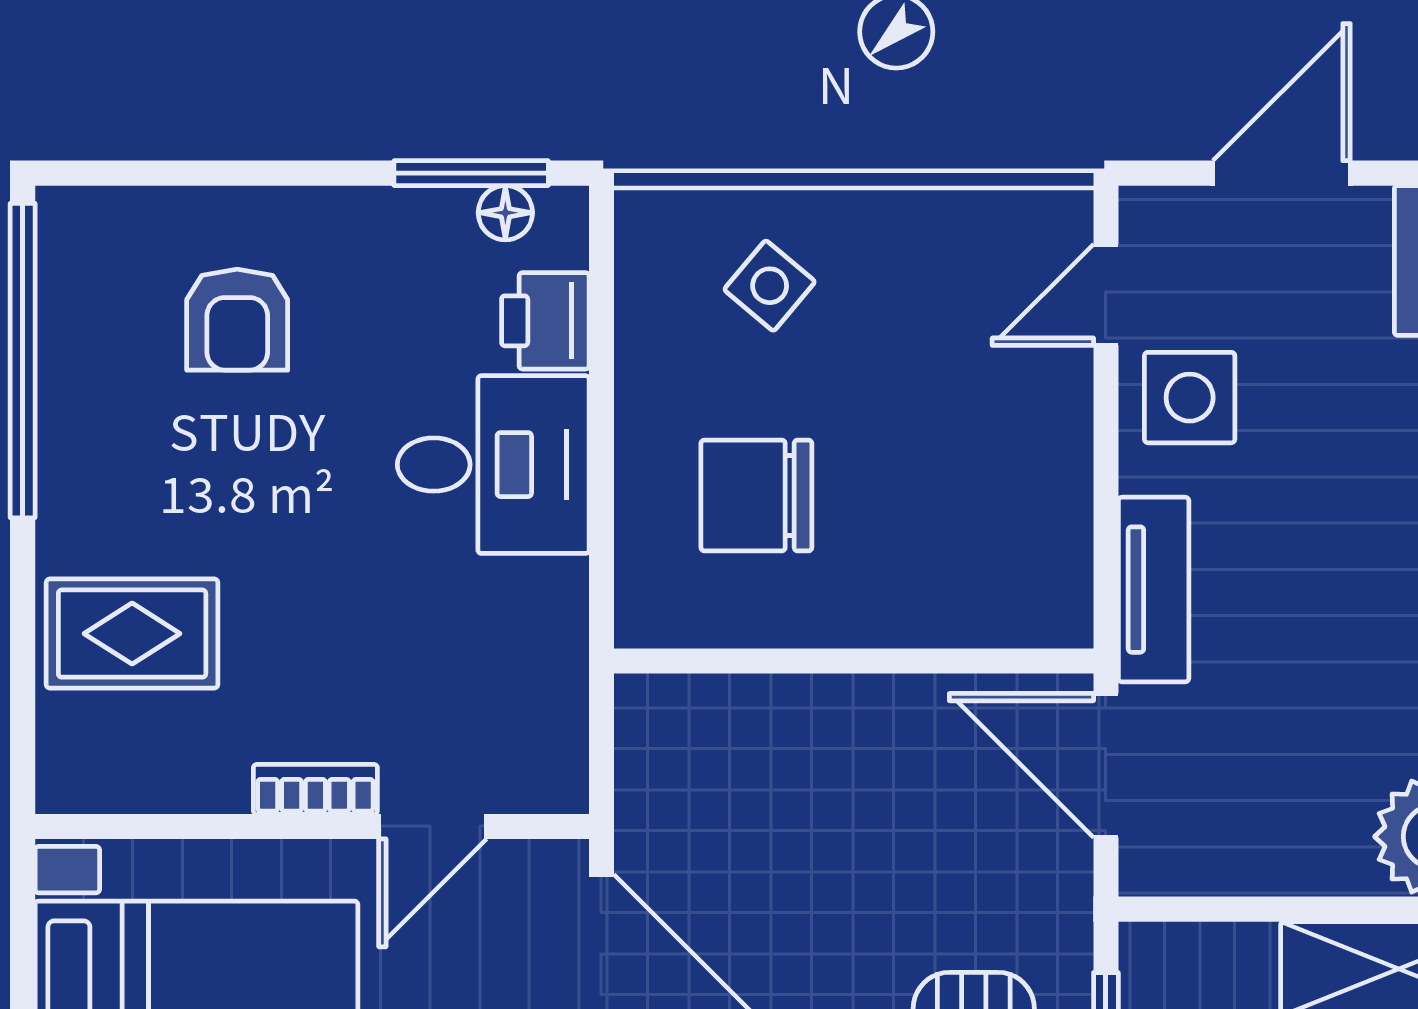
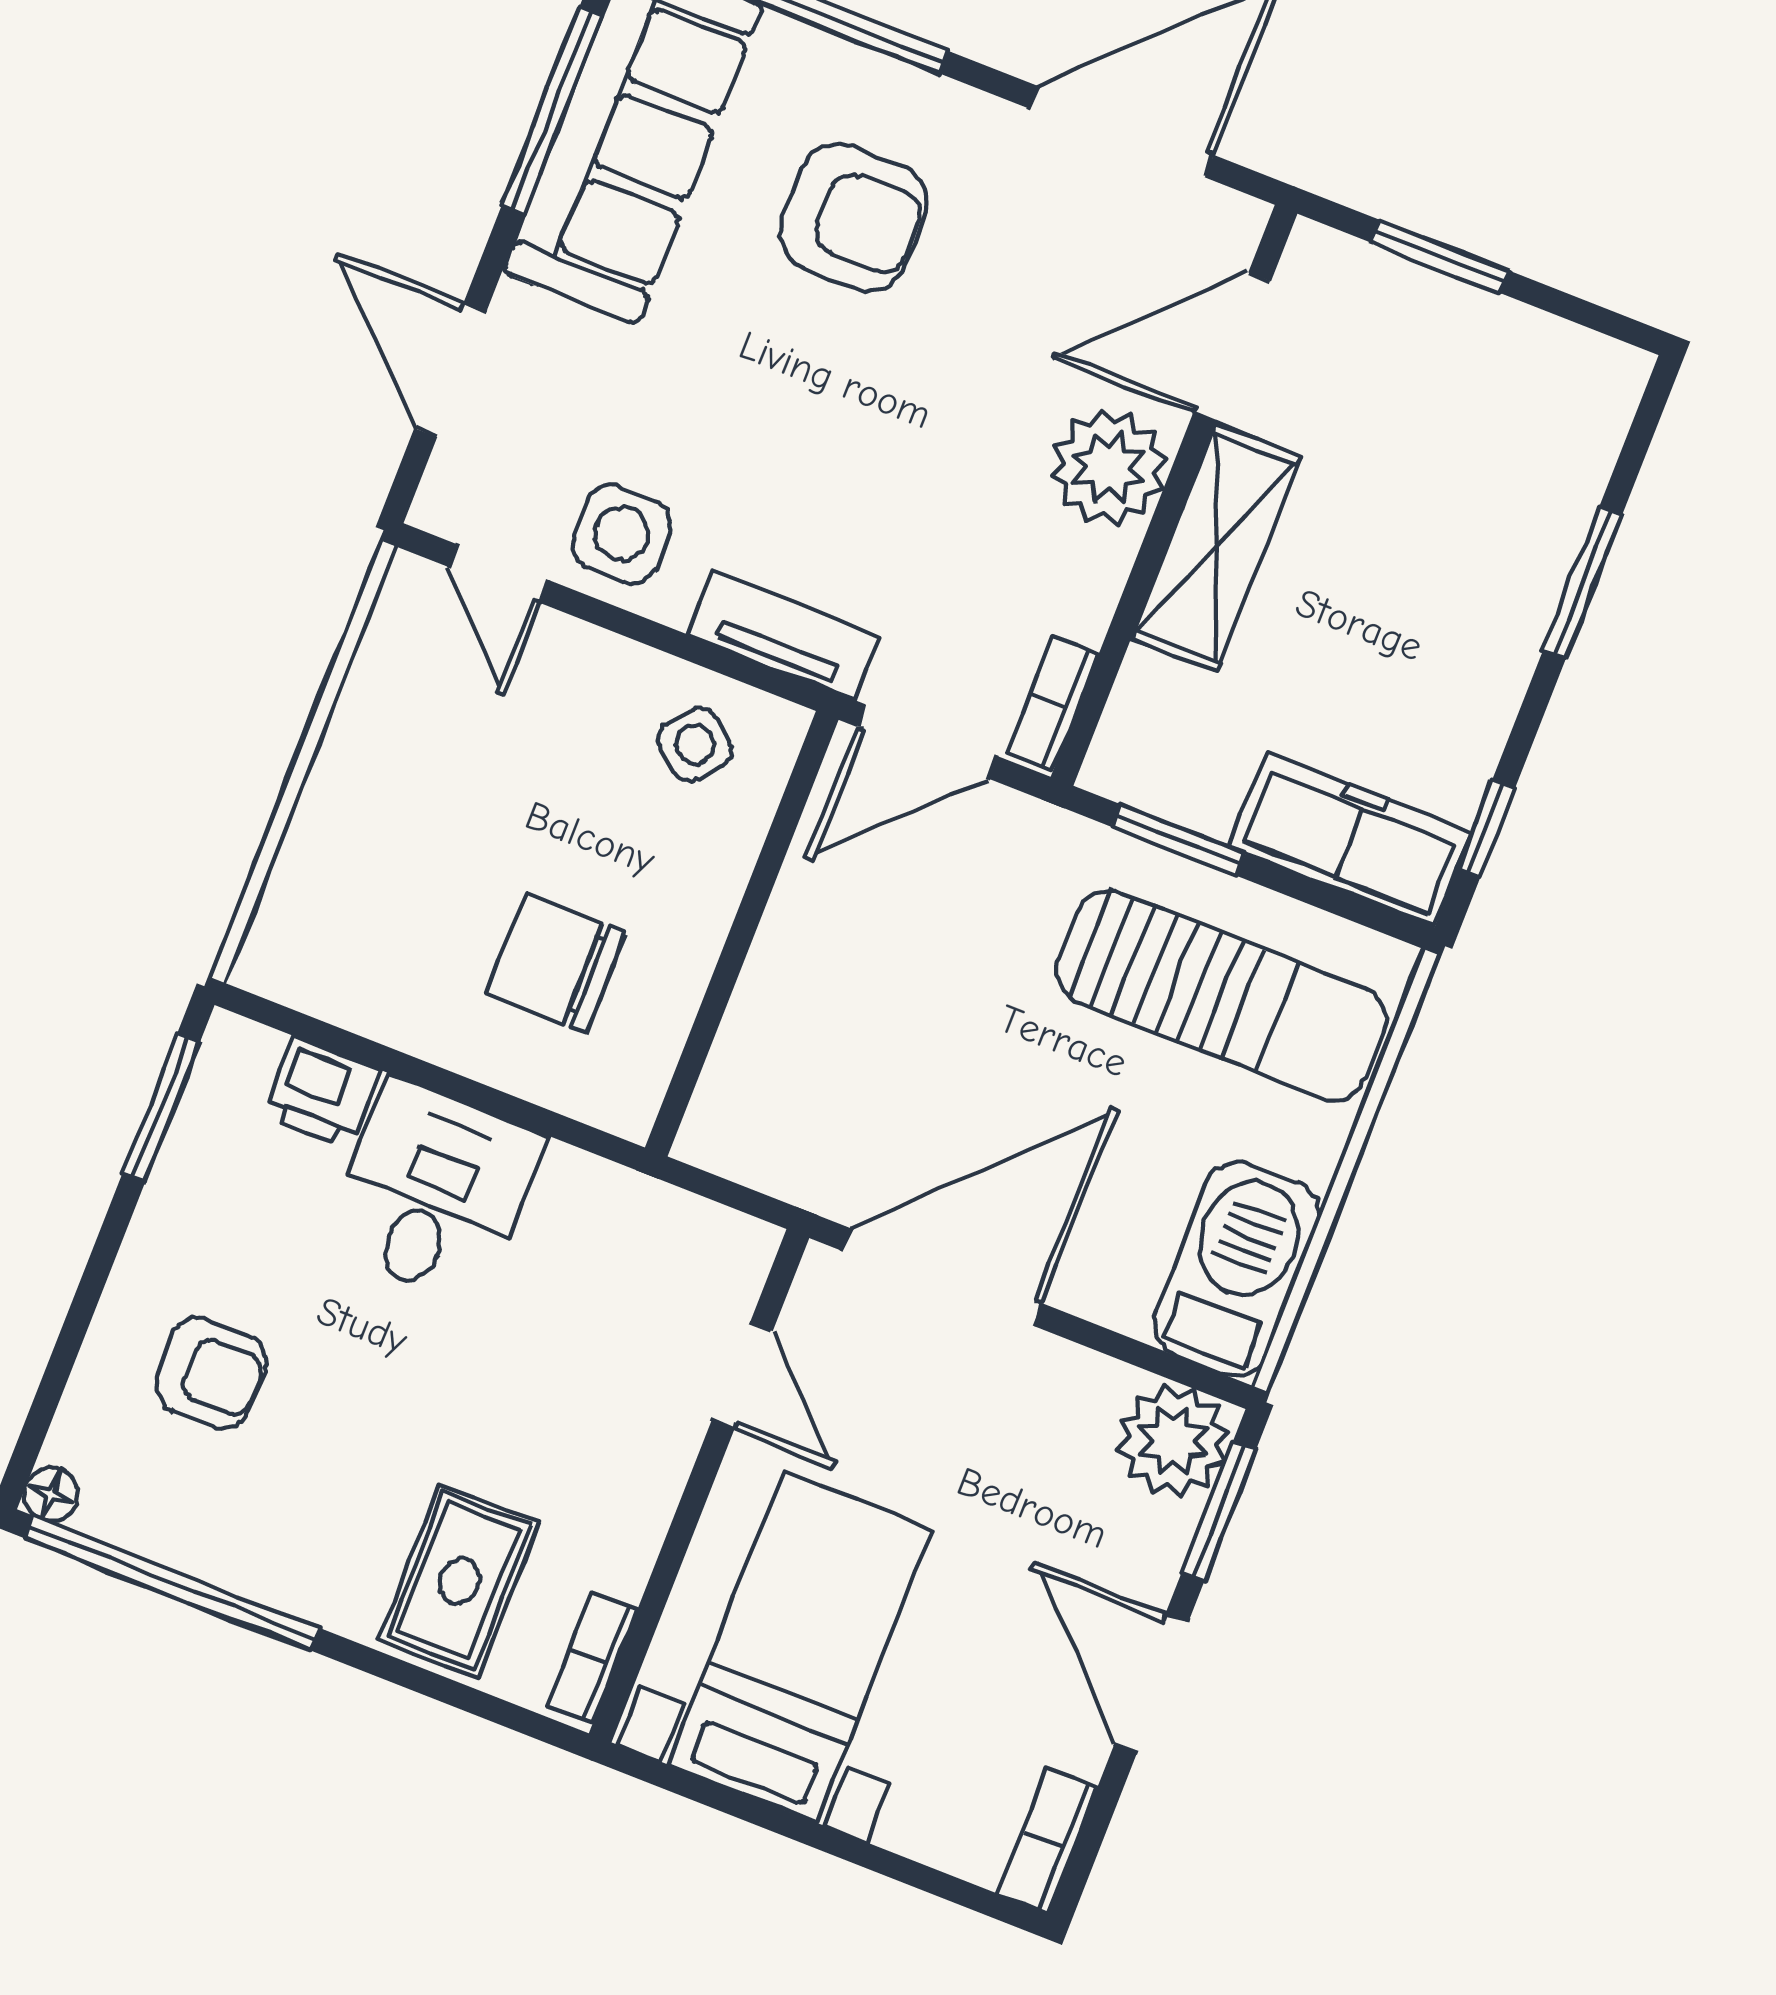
floor lamp: (505, 213) -> (51, 1494), moved
side table: (770, 286) -> (695, 745), moved
chair: (756, 495) -> (556, 963), turned 90
bookcase: (315, 789) -> (592, 1658), moved
bookcase: (1190, 871) -> (1053, 703), added

